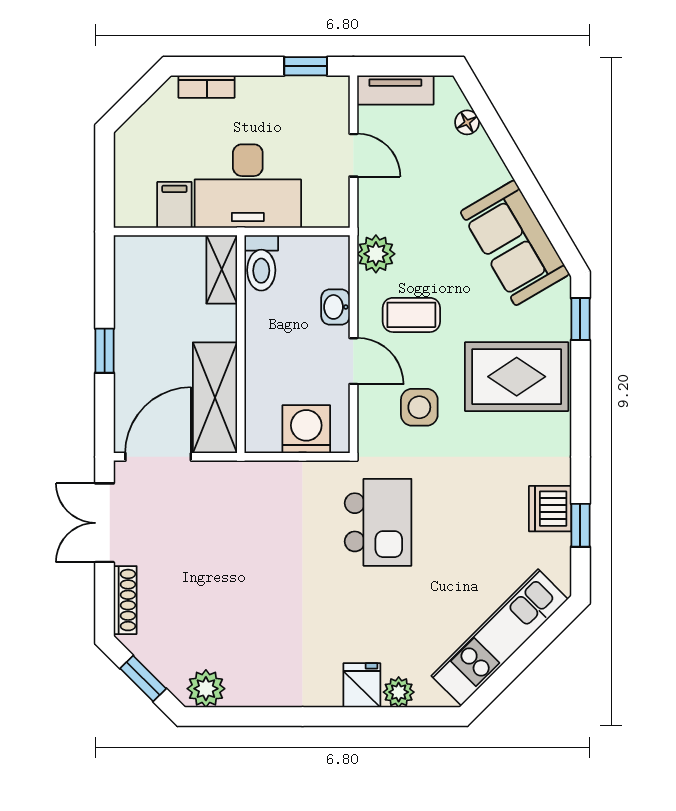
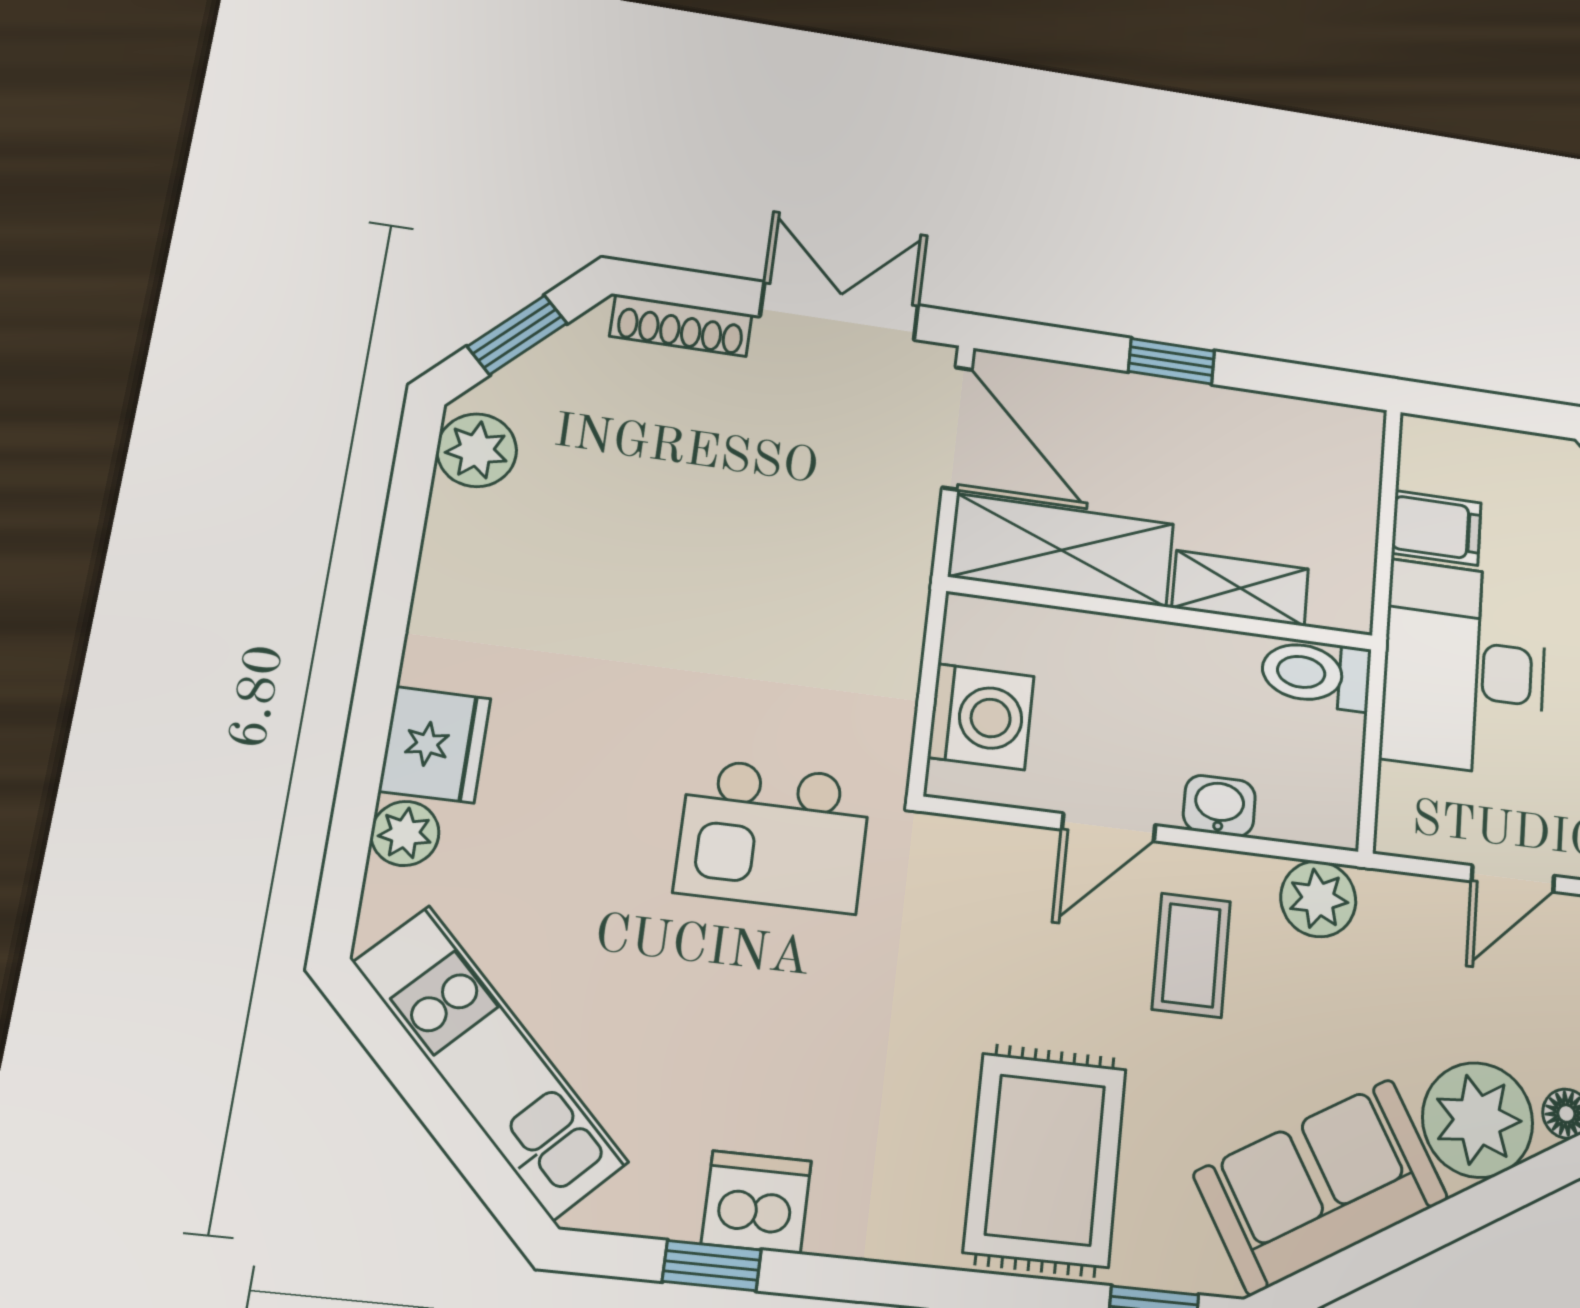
plant: (475, 167) -> (1478, 1120), added
shelving: (222, 269) -> (1240, 588), moved
side table: (419, 407) -> (1002, 949), removed
fridge: (362, 685) -> (435, 745), width x1.38

